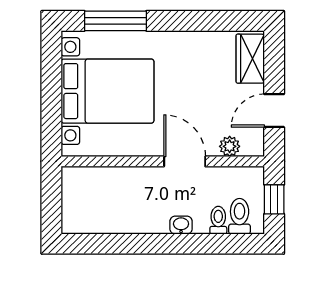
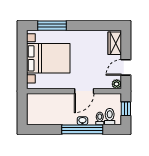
plant: (230, 146) -> (117, 84), moved
door: (185, 161) -> (84, 91), swing flipped
window: (181, 244) -> (82, 129), added

